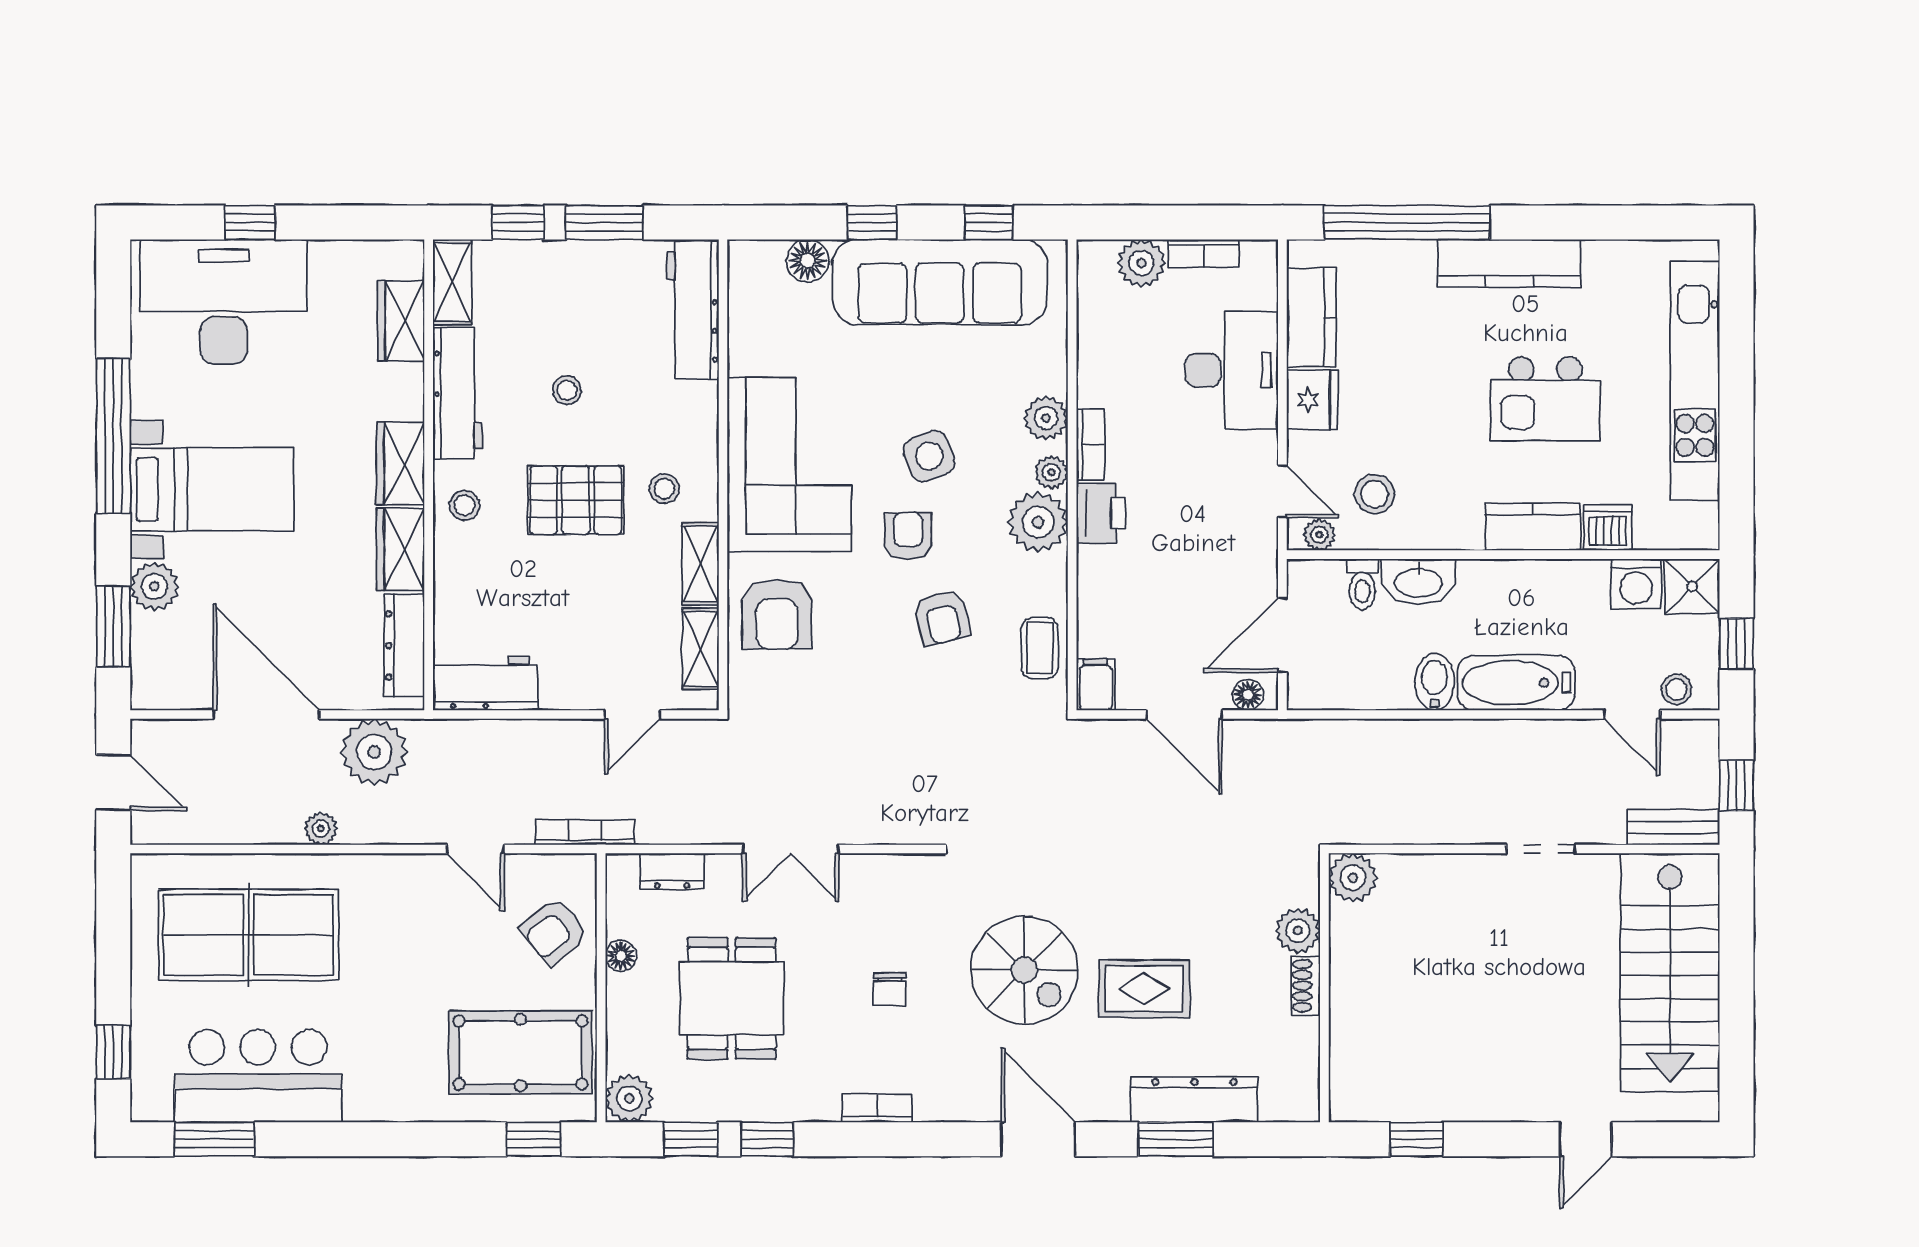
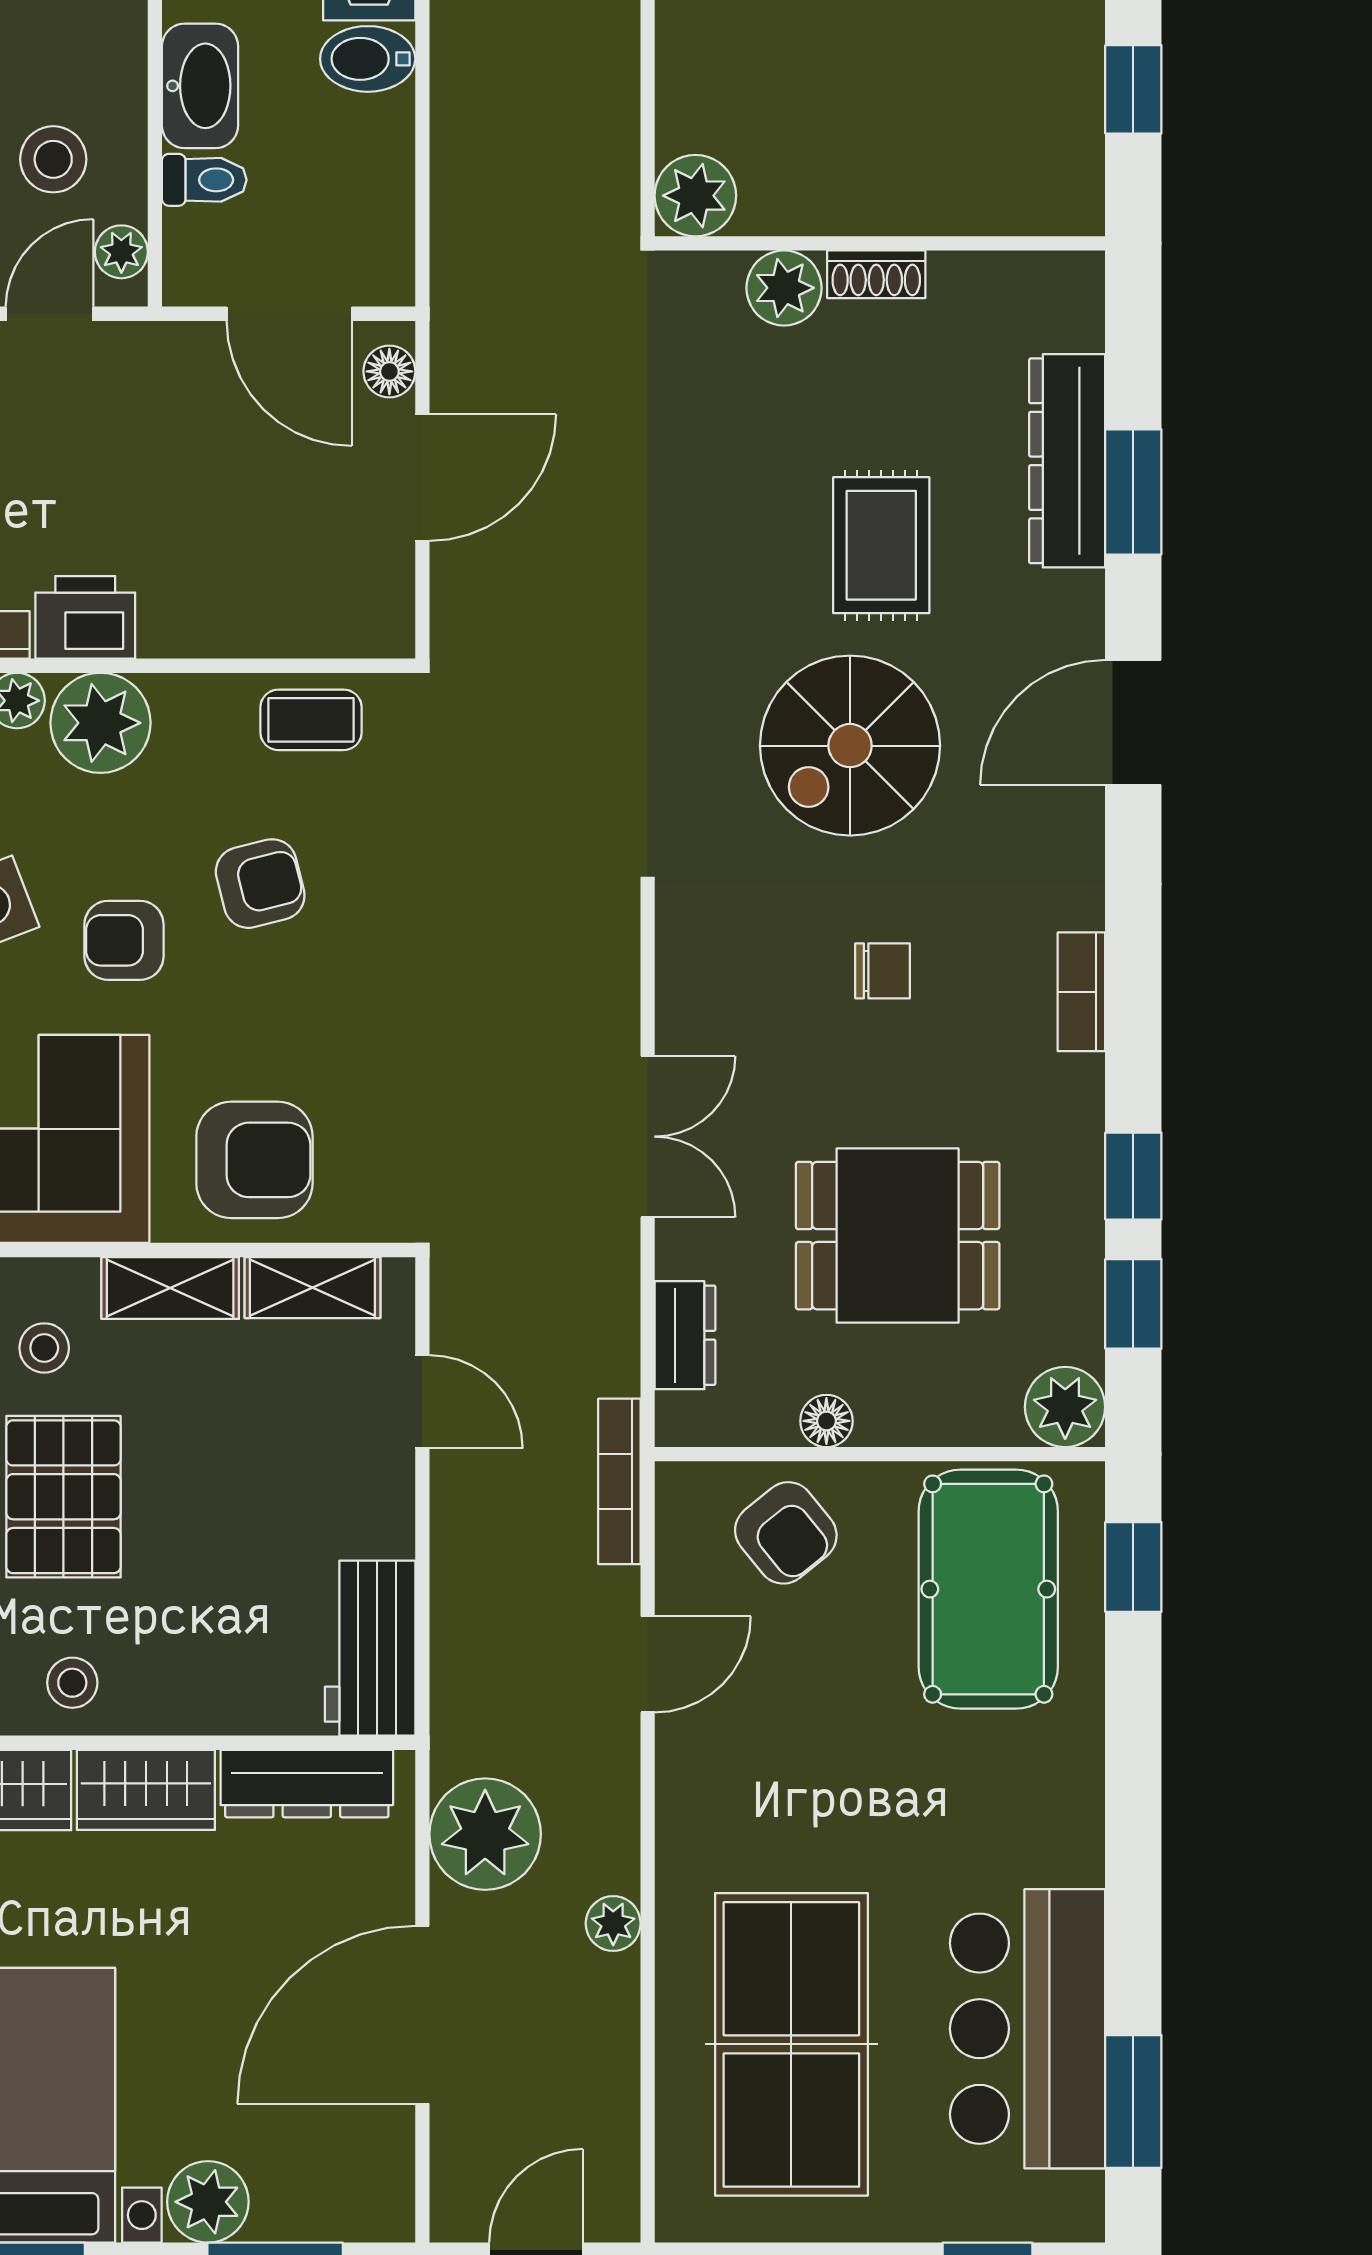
filing cabinet: (1096, 684) -> (372, 626), removed
spiral stairs: (1024, 970) -> (850, 746), turned 180

